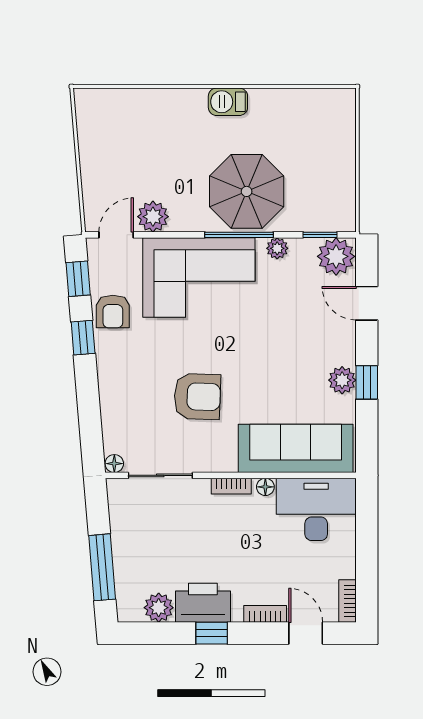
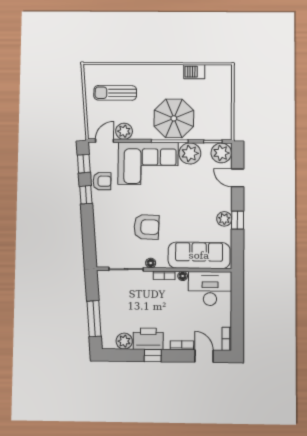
barbecue: (228, 102) -> (194, 72), moved
sun lounger: (135, 143) -> (115, 93), added
plant: (277, 248) -> (190, 153), width x1.88, depth x1.88
armchair: (113, 312) -> (102, 181), turned -90
floor lamp: (114, 464) -> (151, 263), moved

